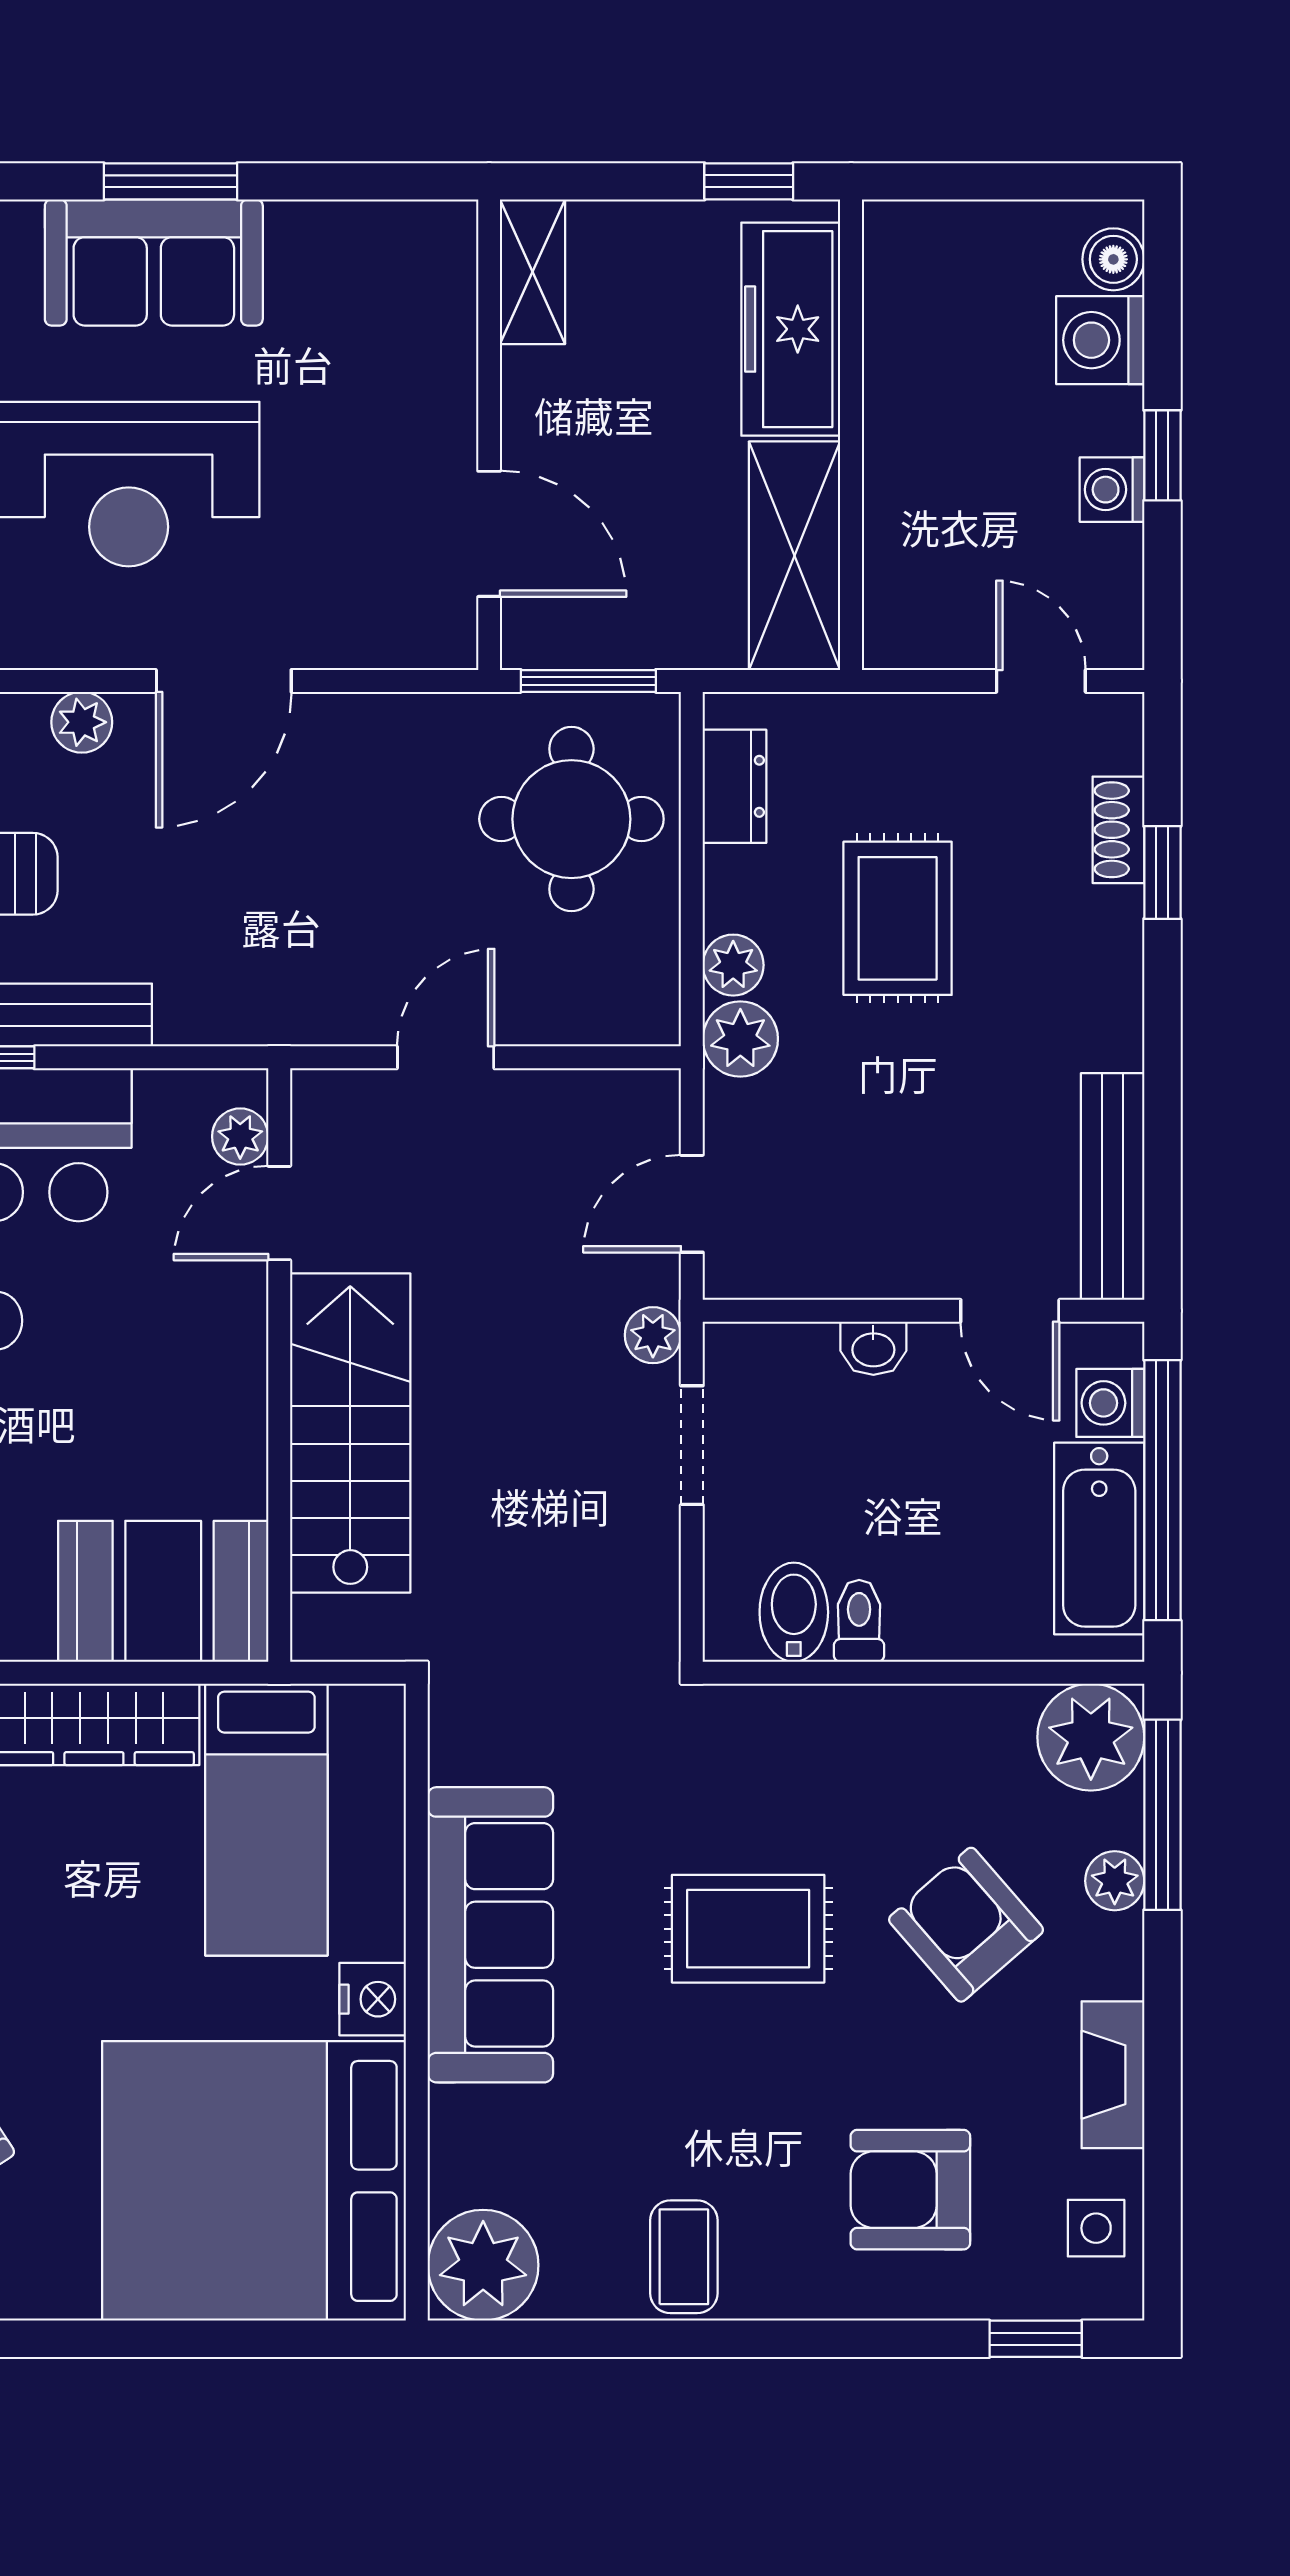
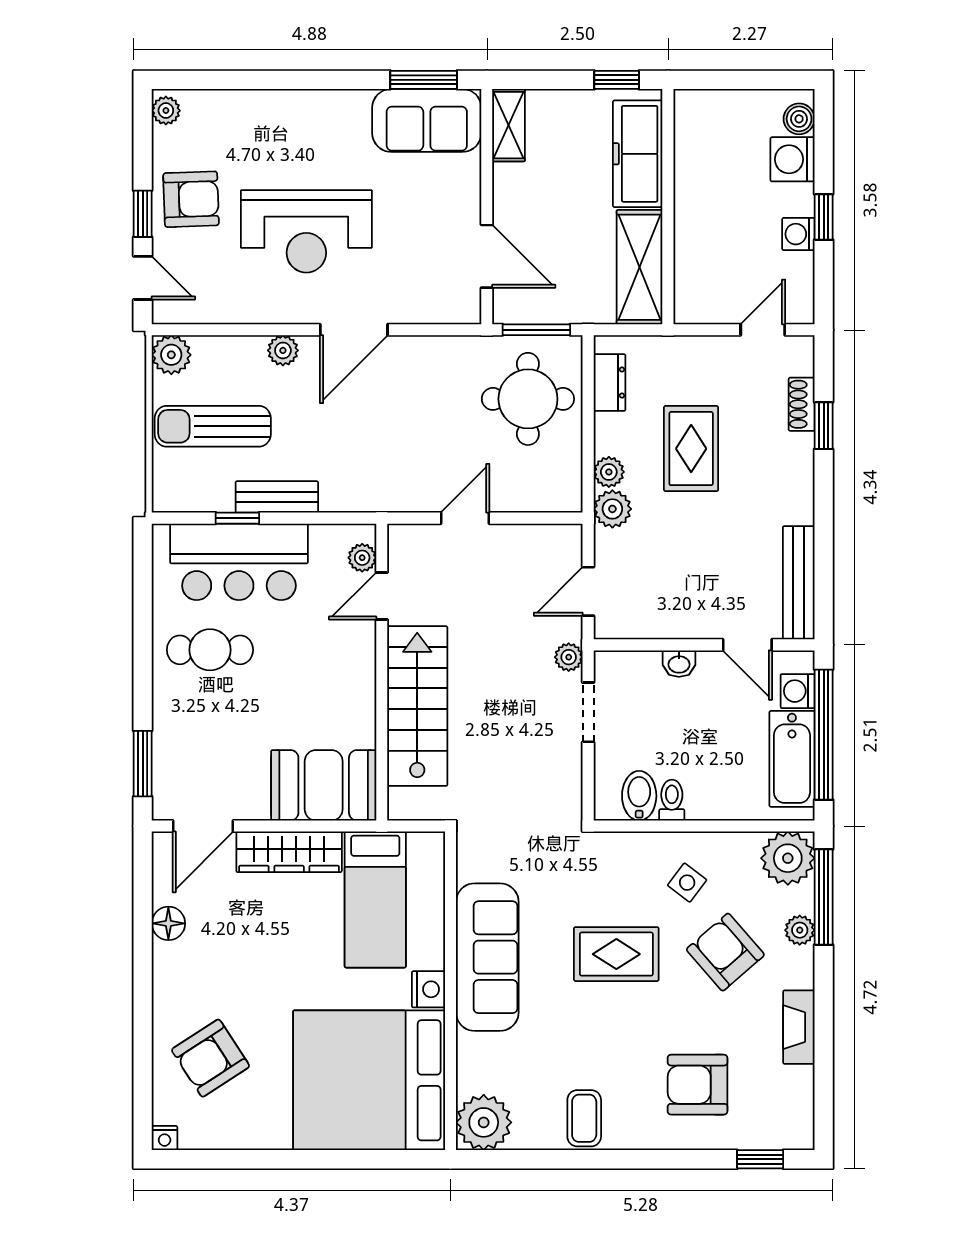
window: (170, 181) -> (424, 80), moved
sofa: (154, 262) -> (427, 120), moved
door: (1041, 681) -> (763, 330), hinge flipped
side table: (1096, 2228) -> (687, 883), moved, turned 37

